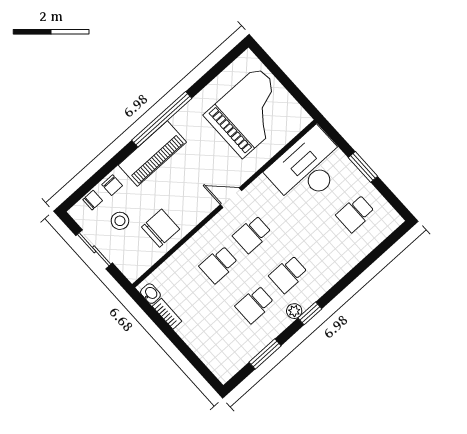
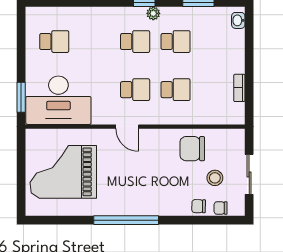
piano: (152, 154) -> (153, 203), removed
window: (363, 167) -> (21, 97), moved
chair: (112, 185) -> (199, 206), turned -89
washbasin: (150, 294) -> (238, 20), moved

